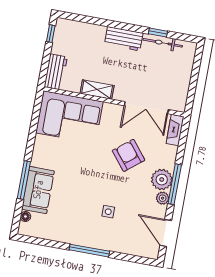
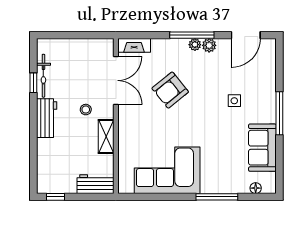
stool: (125, 76) -> (86, 110), added
corner sofa: (70, 117) -> (167, 170), moved, turned -90
plant: (162, 180) -> (195, 45), width x0.53, depth x0.53
sofa: (38, 190) -> (262, 148), moved, turned -90

